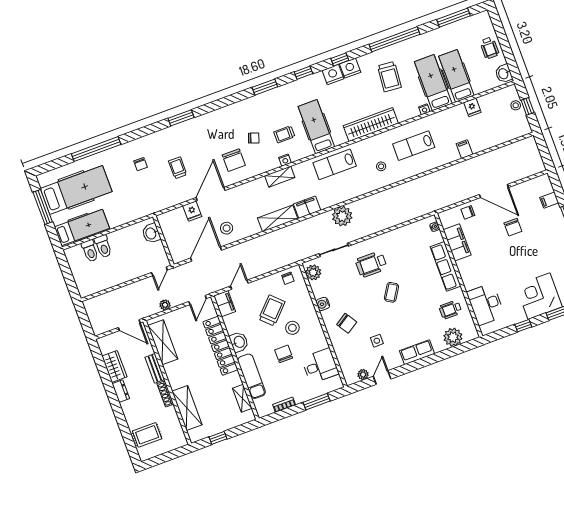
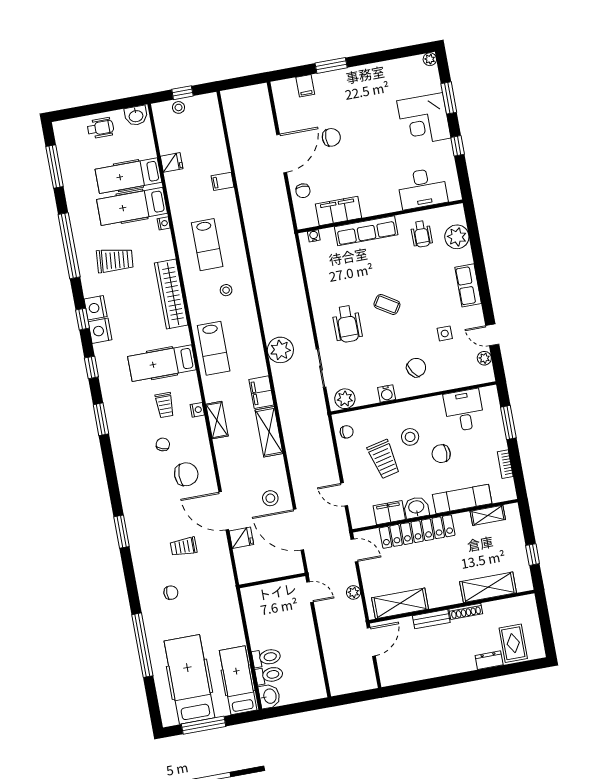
washbasin: (151, 233) -> (269, 696), moved, turned -90
filing cabinet: (225, 304) -> (389, 513), moved
trolley: (272, 310) -> (384, 459), turned -147
wardrobe: (114, 366) -> (420, 670), removed
dresser: (121, 391) -> (489, 660), moved

